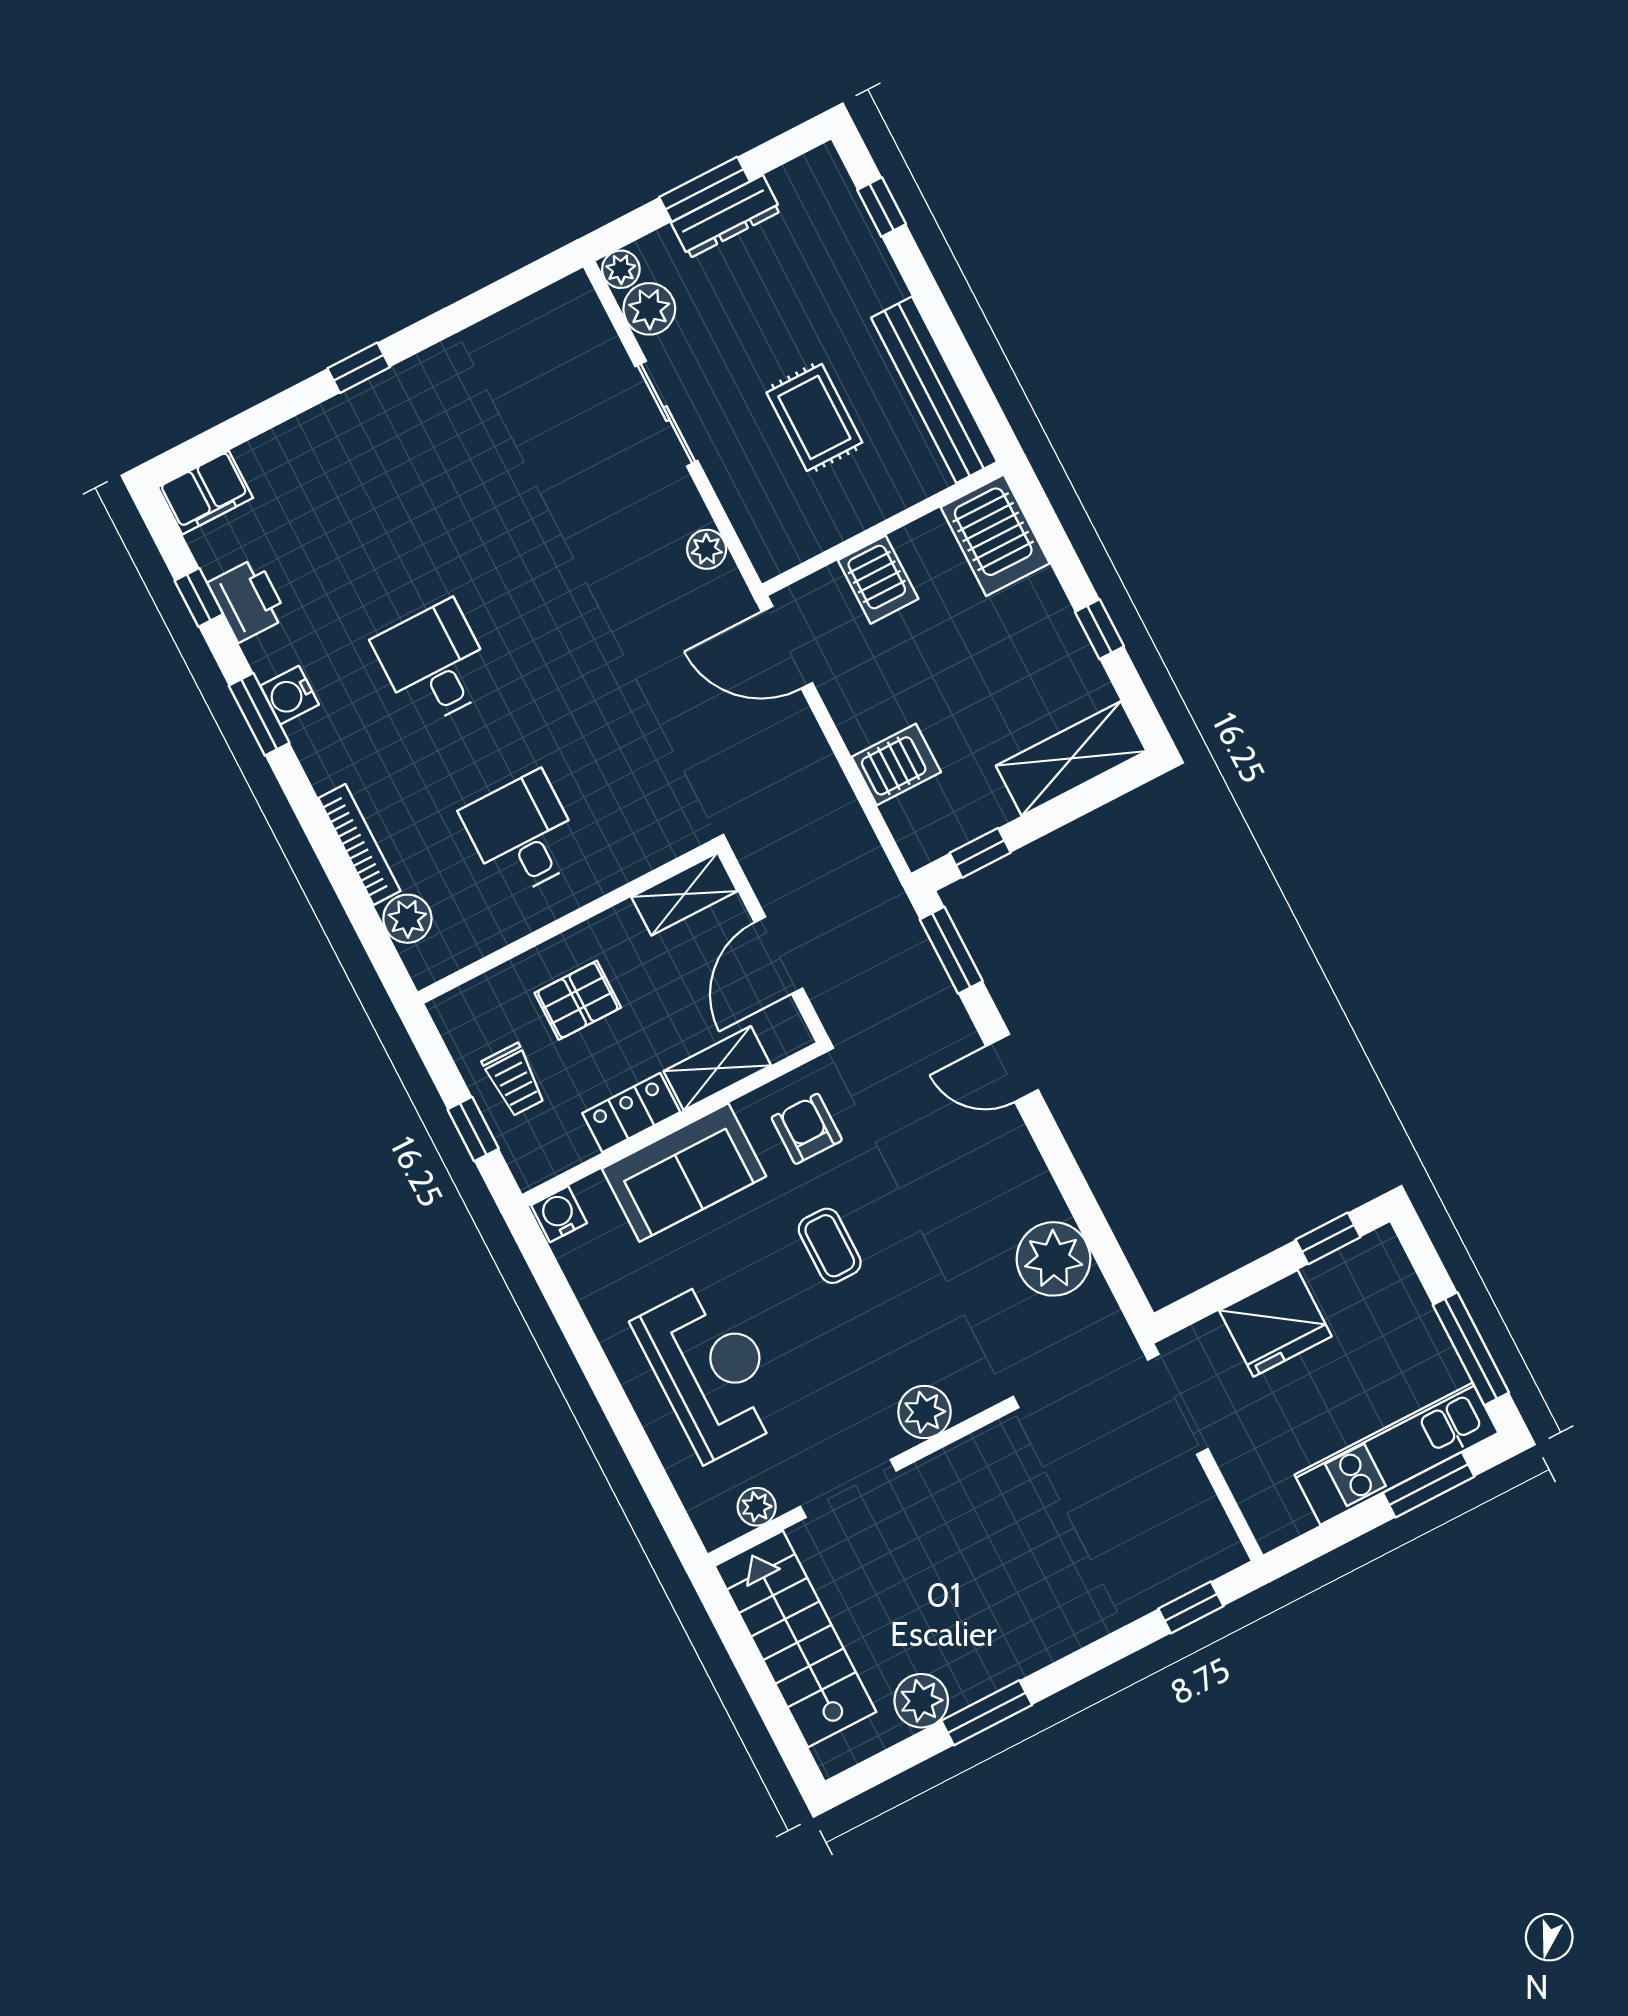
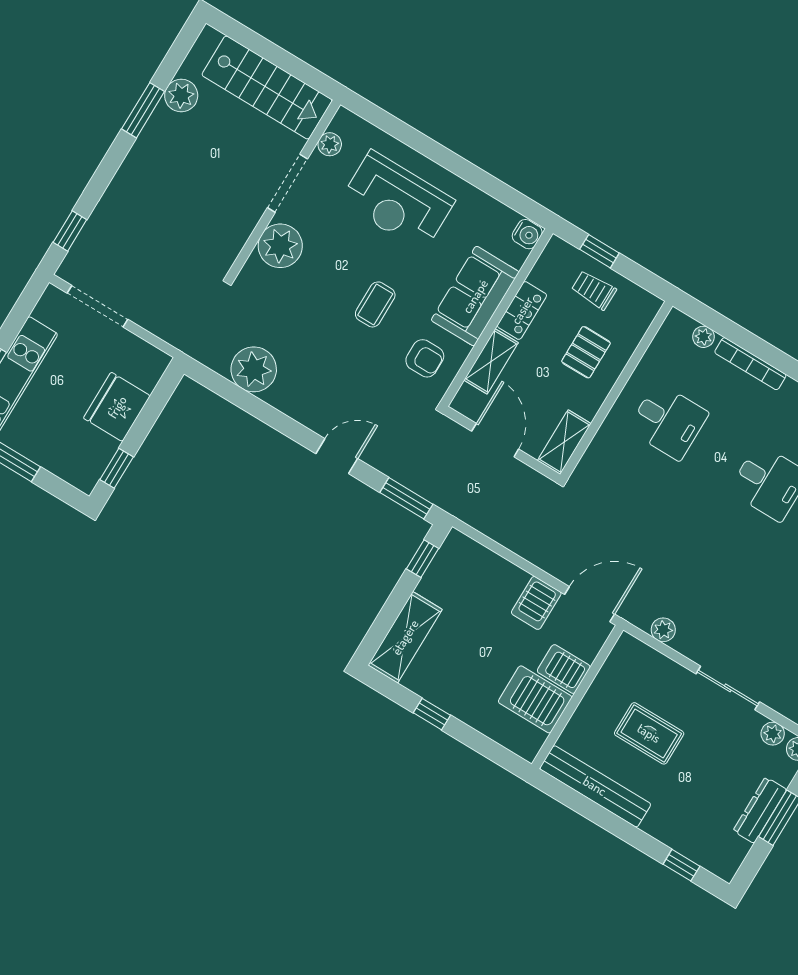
plant: (649, 309) -> (773, 734), width x0.73, depth x0.73
server rack: (995, 535) -> (535, 699), moved
server rack: (896, 765) -> (536, 603), moved
plant: (407, 919) -> (703, 337), width x0.73, depth x0.73
coffee table: (830, 1246) -> (375, 304), turned 90
doorway: (1178, 1404) -> (98, 306), moved
plant: (924, 1412) -> (280, 246), width x1.36, depth x1.36

